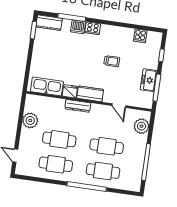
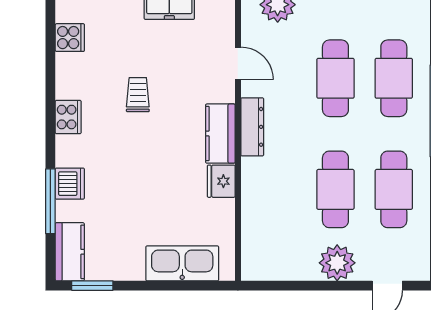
cooker: (93, 28) -> (68, 117), moved
kitchen sink: (47, 86) -> (182, 263), moved, turned 90
dresser: (78, 106) -> (252, 127), moved
door: (119, 106) -> (238, 63), hinge flipped
plant: (30, 120) -> (337, 263), moved

